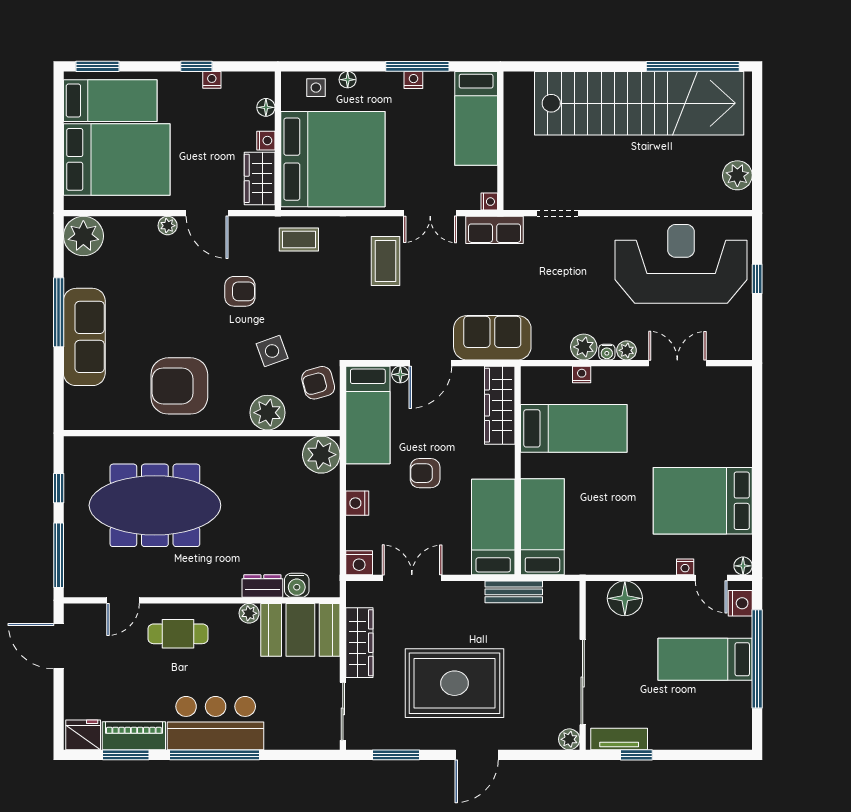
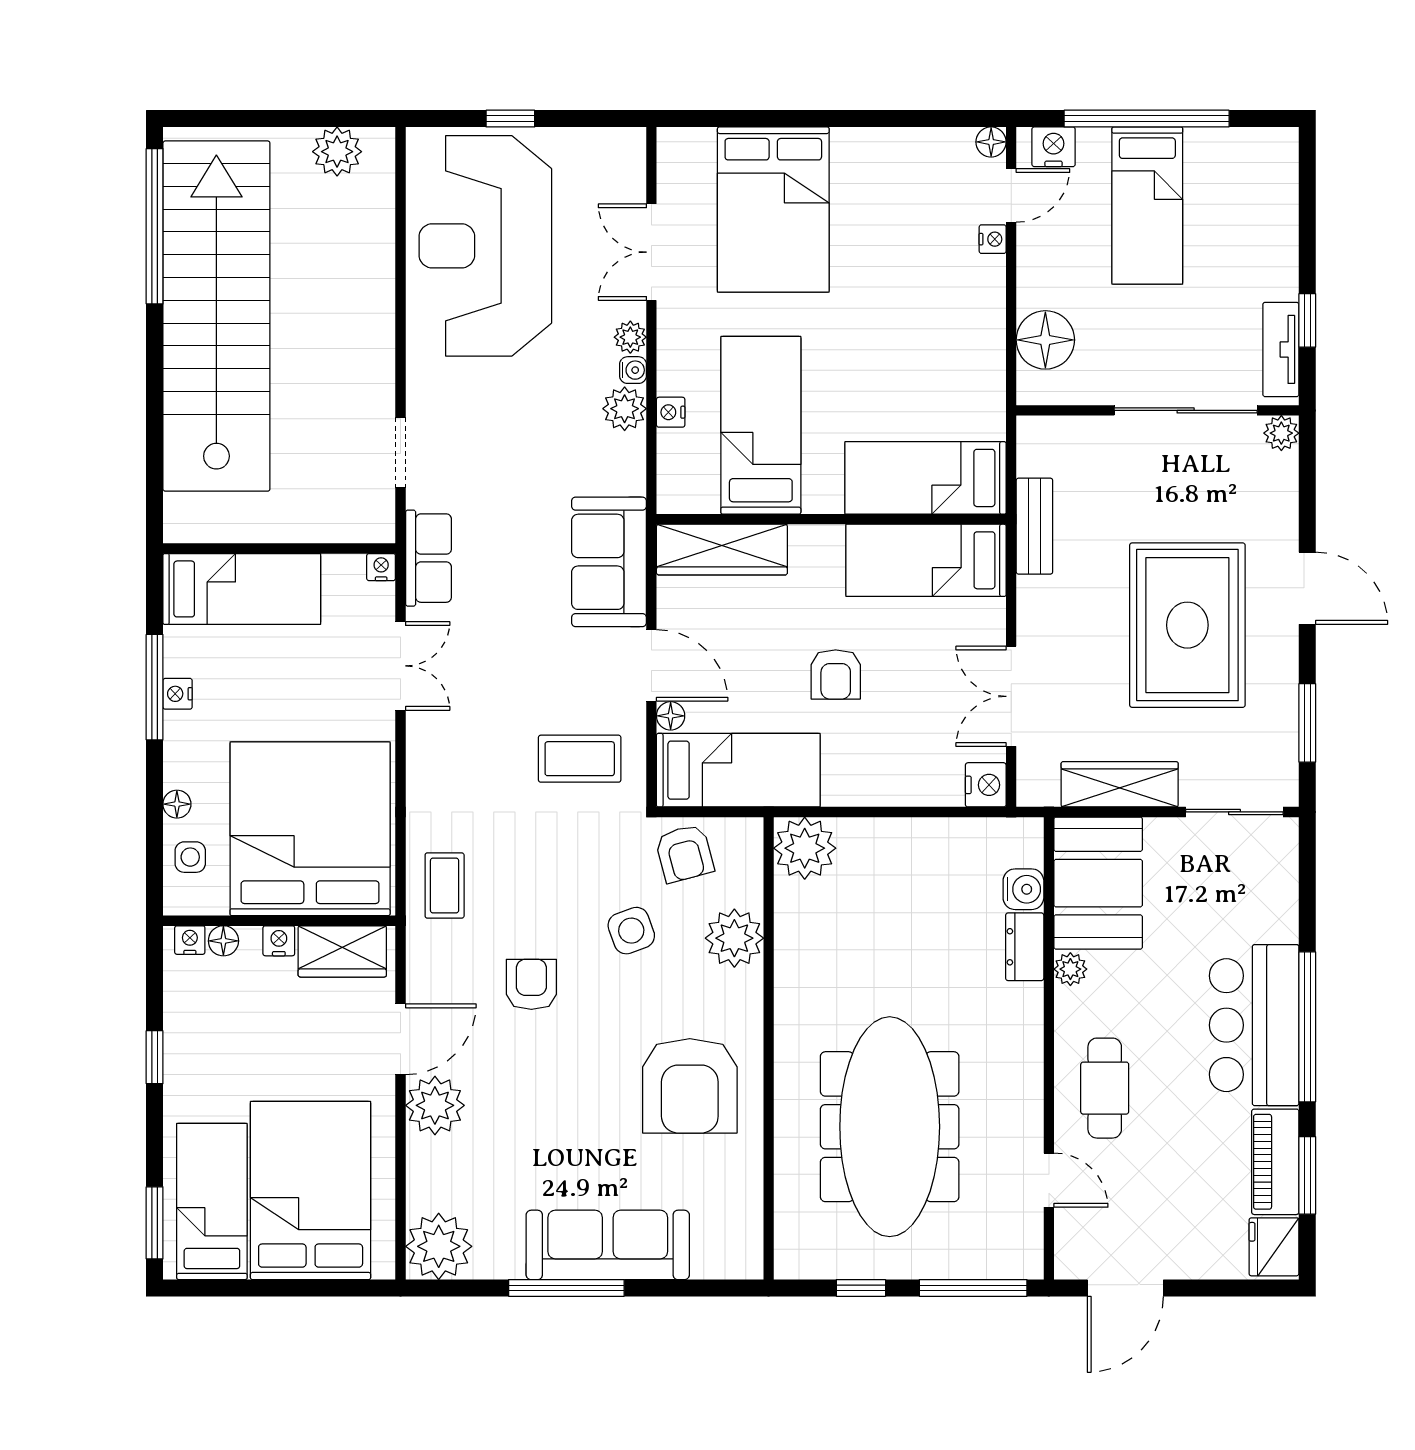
nightstand: (212, 80) -> (190, 940), moved, turned 90
plant: (168, 226) -> (435, 1105), width x1.88, depth x1.88
coffee table: (386, 261) -> (580, 759), moved
bed: (703, 501) -> (773, 210), moved
nightstand: (357, 503) -> (886, 788), removed

